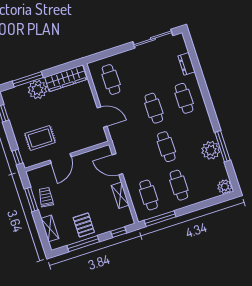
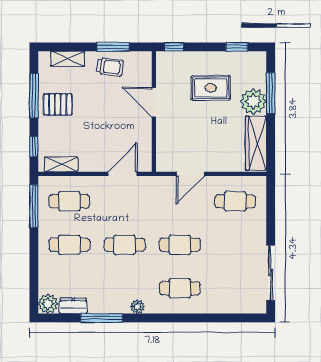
dresser: (186, 64) -> (73, 306), moved
rug: (40, 138) -> (211, 88), moved, turned 90
plant: (211, 150) -> (137, 307), moved, width x0.53, depth x0.53
shelving: (120, 195) -> (61, 164), moved

